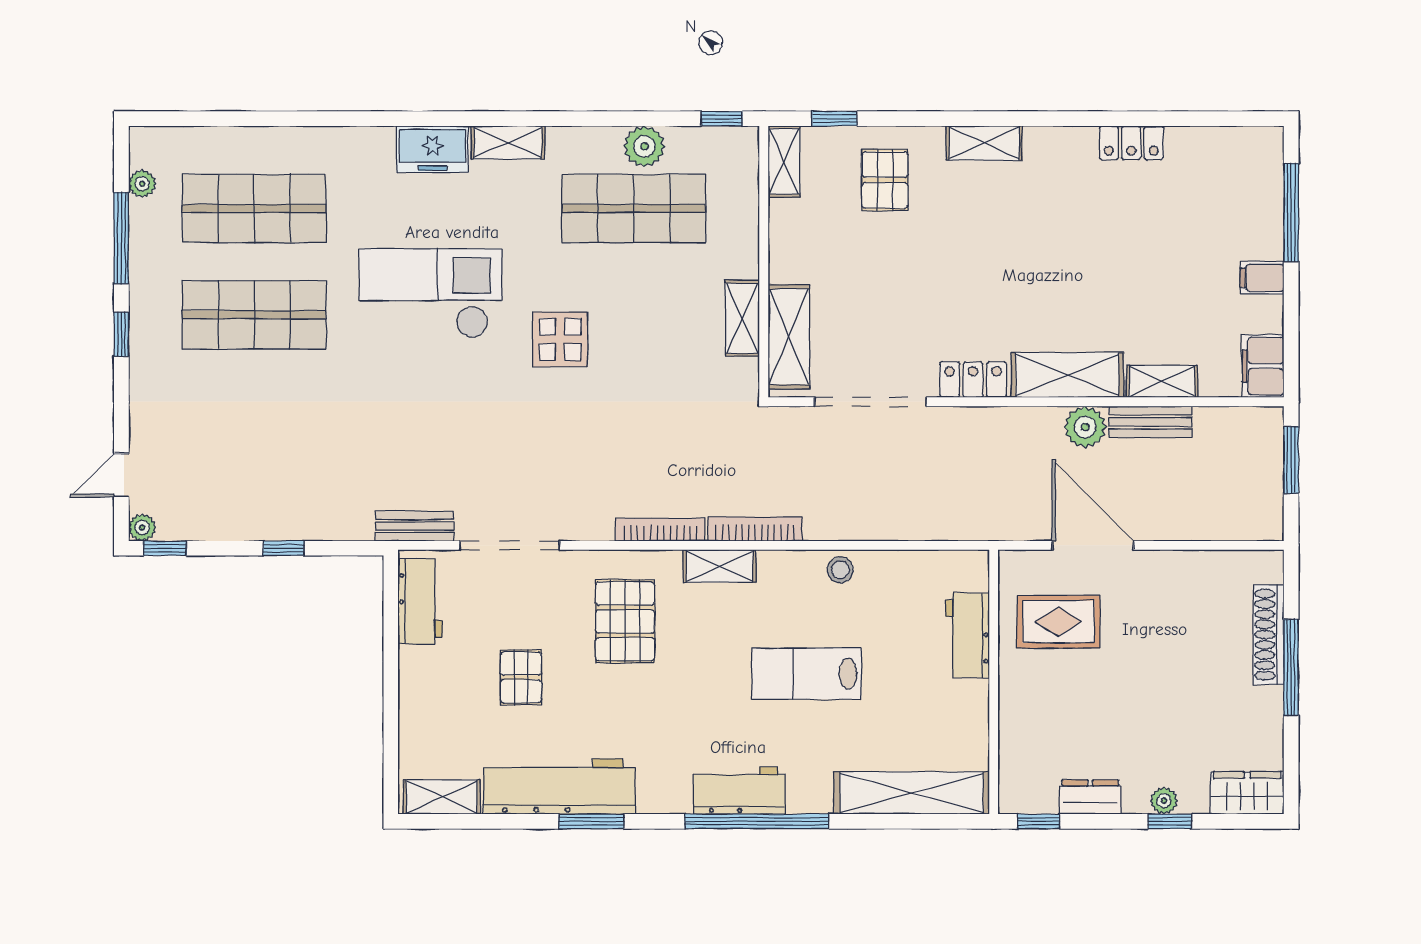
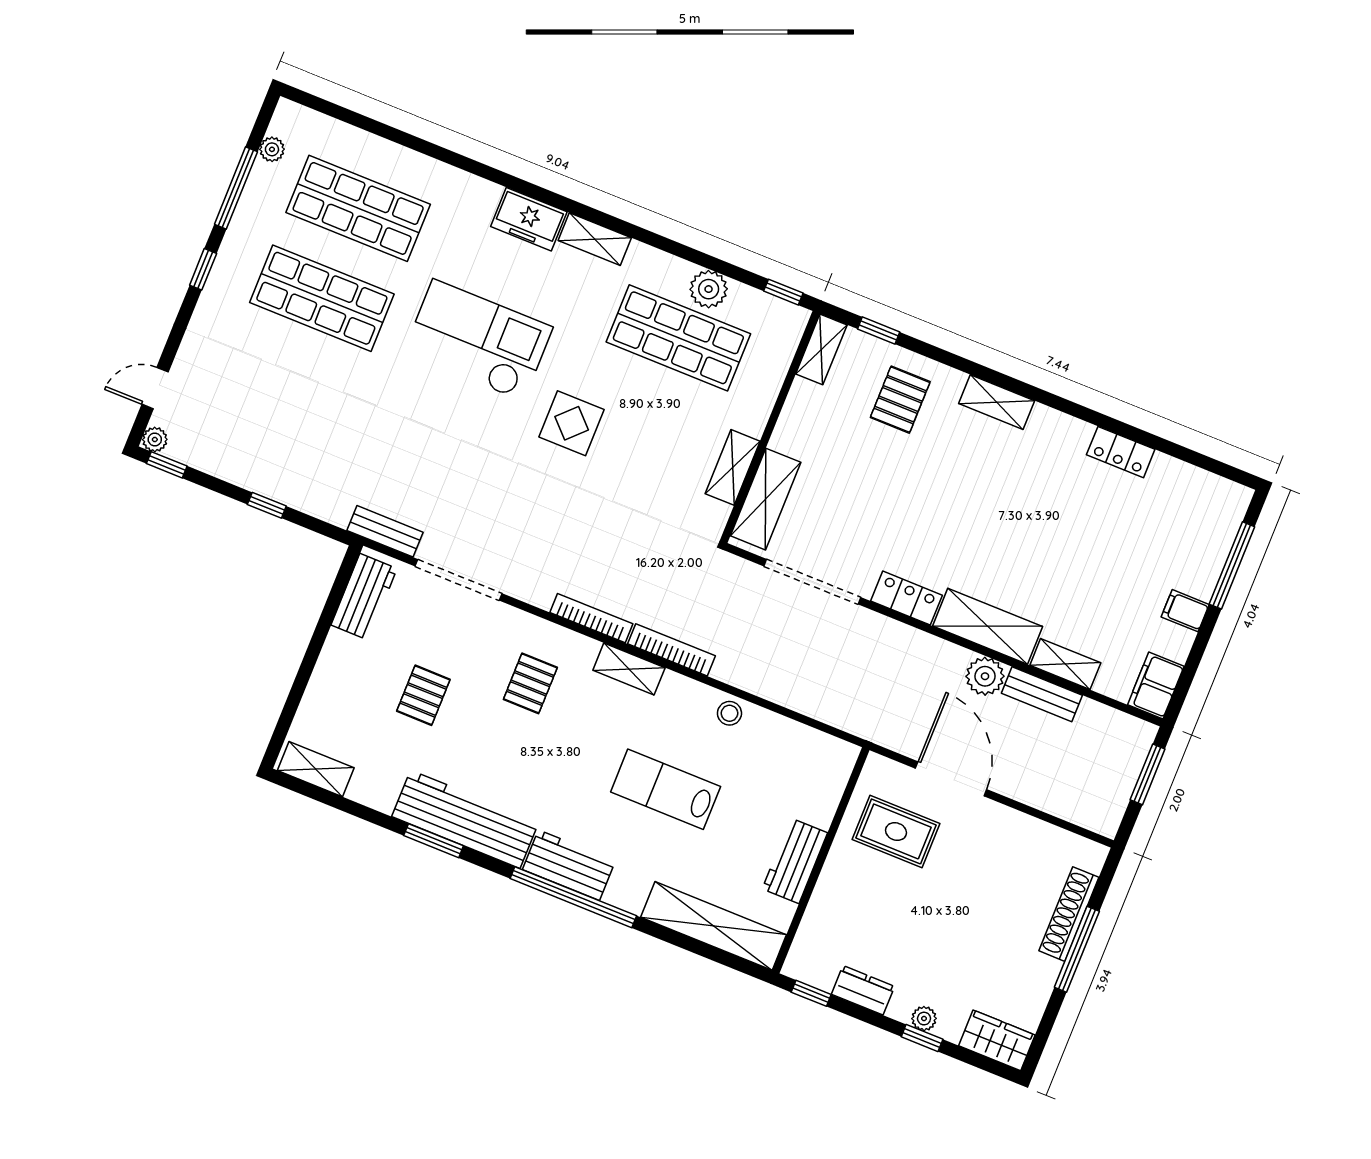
pallet: (625, 621) -> (530, 683), width x0.67, depth x0.71
workbench: (968, 635) -> (795, 861), moved
workbench: (559, 786) -> (465, 819), moved

